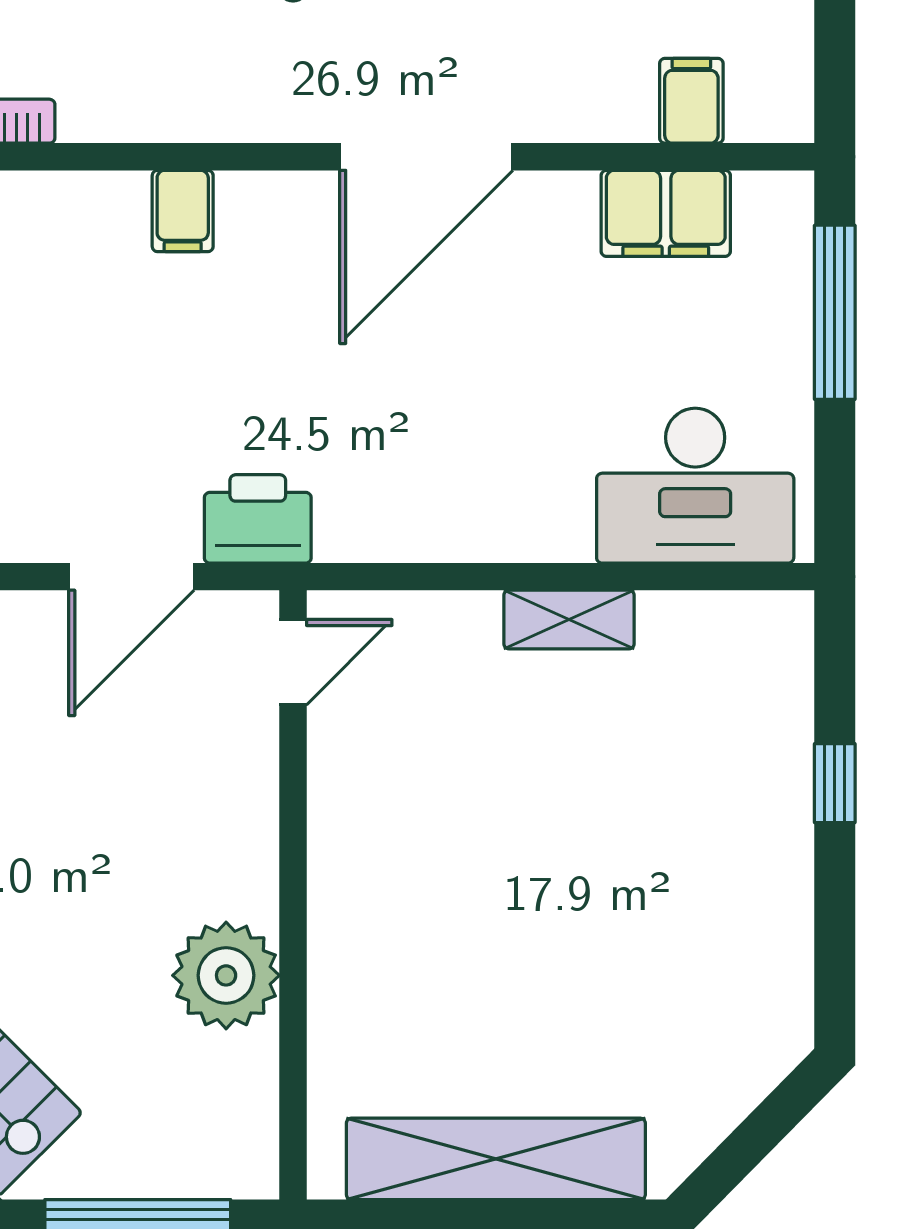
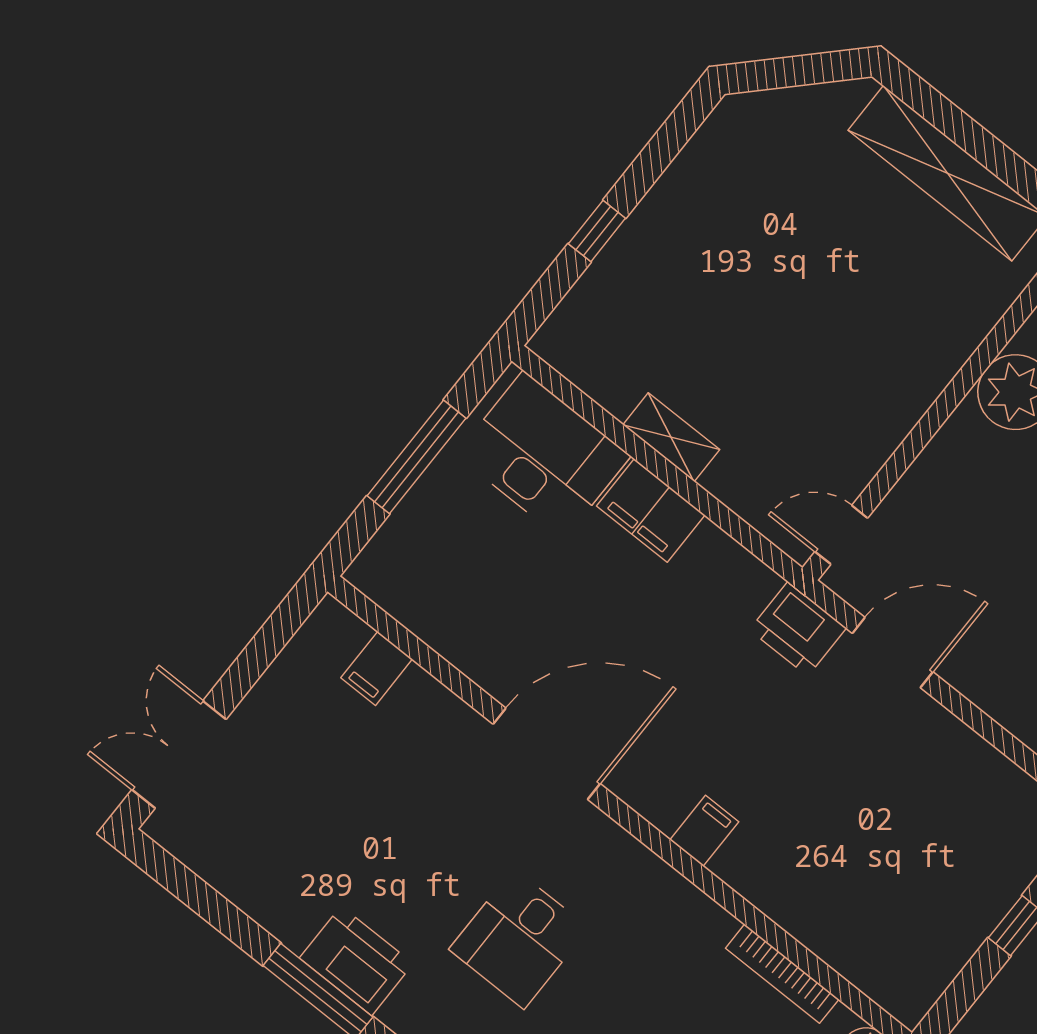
filing cabinet: (666, 213) -> (651, 510), moved, turned 180
window: (835, 312) -> (416, 457), moved

